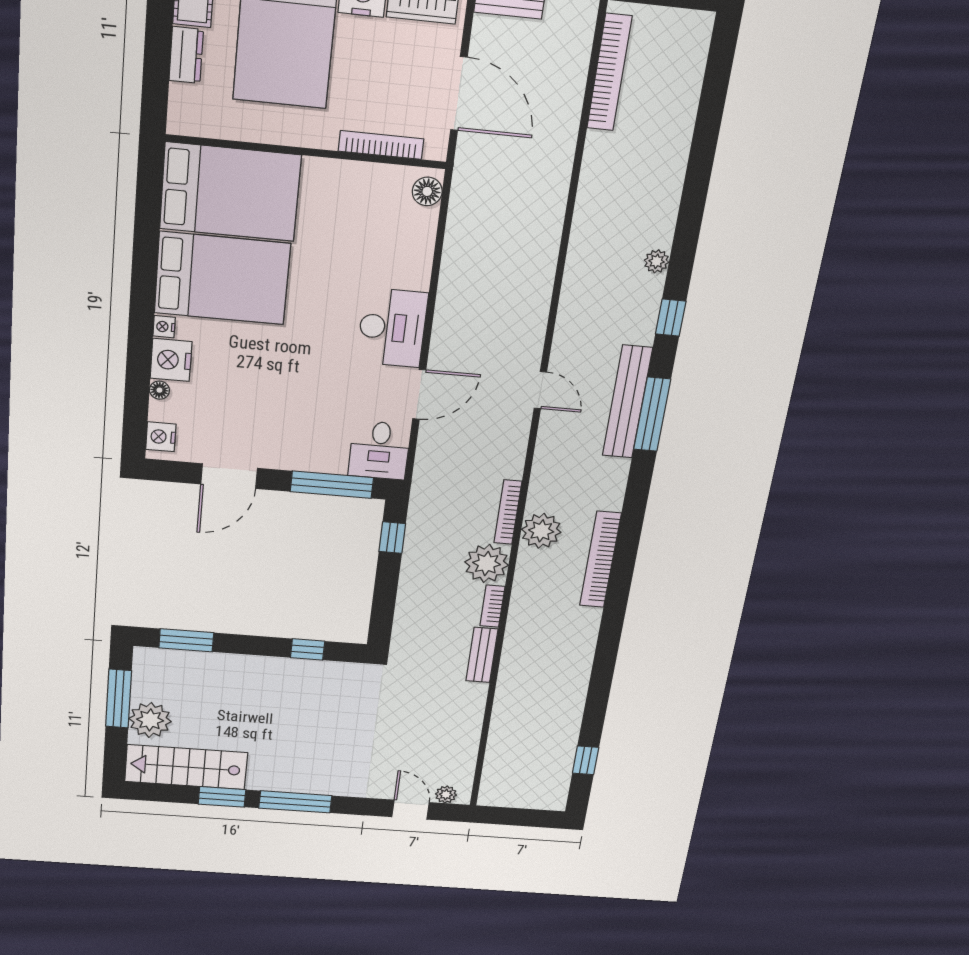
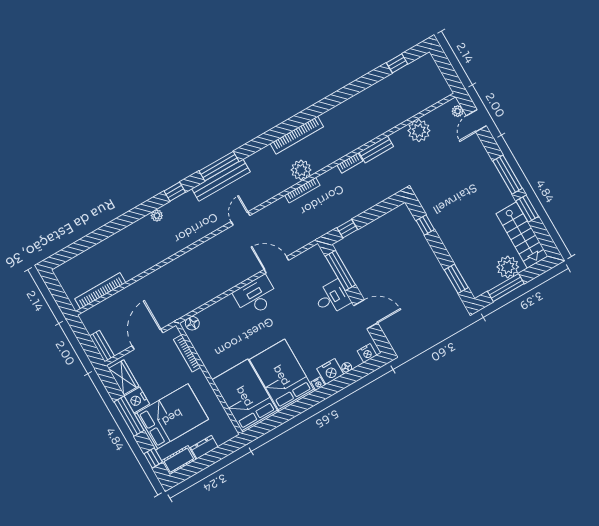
desk: (379, 450) -> (332, 298), moved
plant: (487, 564) -> (419, 131), moved

